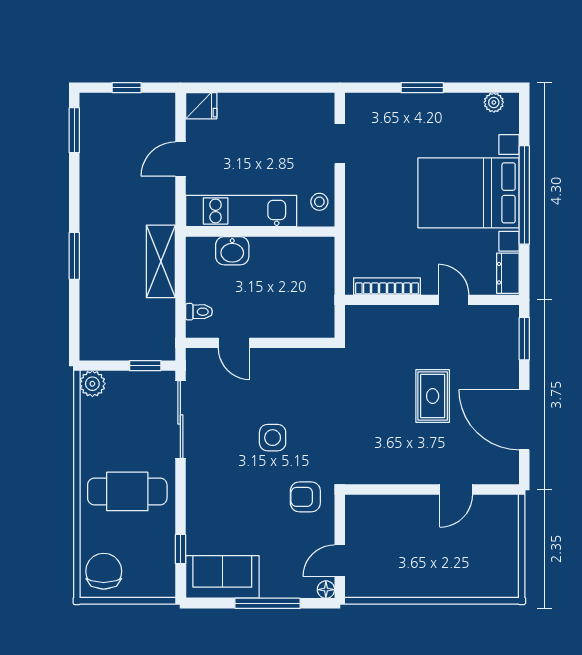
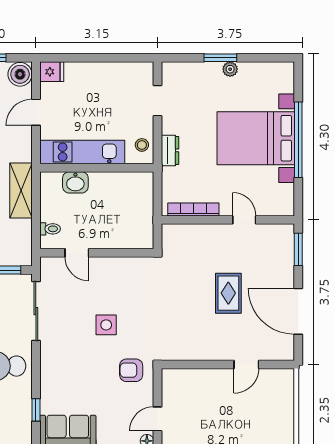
plant: (494, 102) -> (230, 69), moved
boiler: (160, 109) -> (20, 74), added
dresser: (508, 273) -> (170, 150), moved, turned 180

